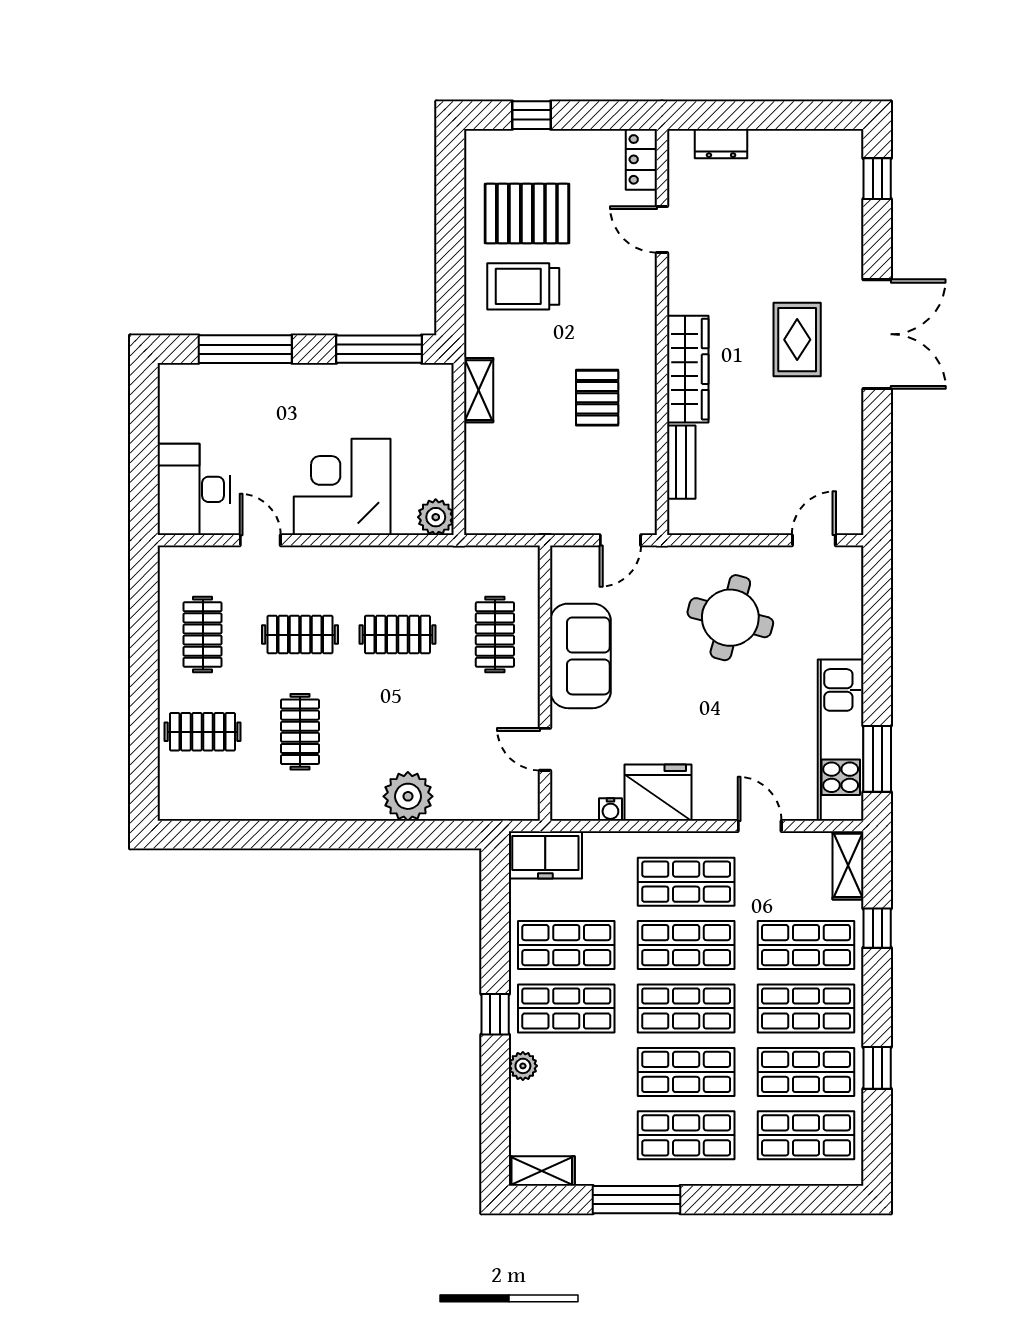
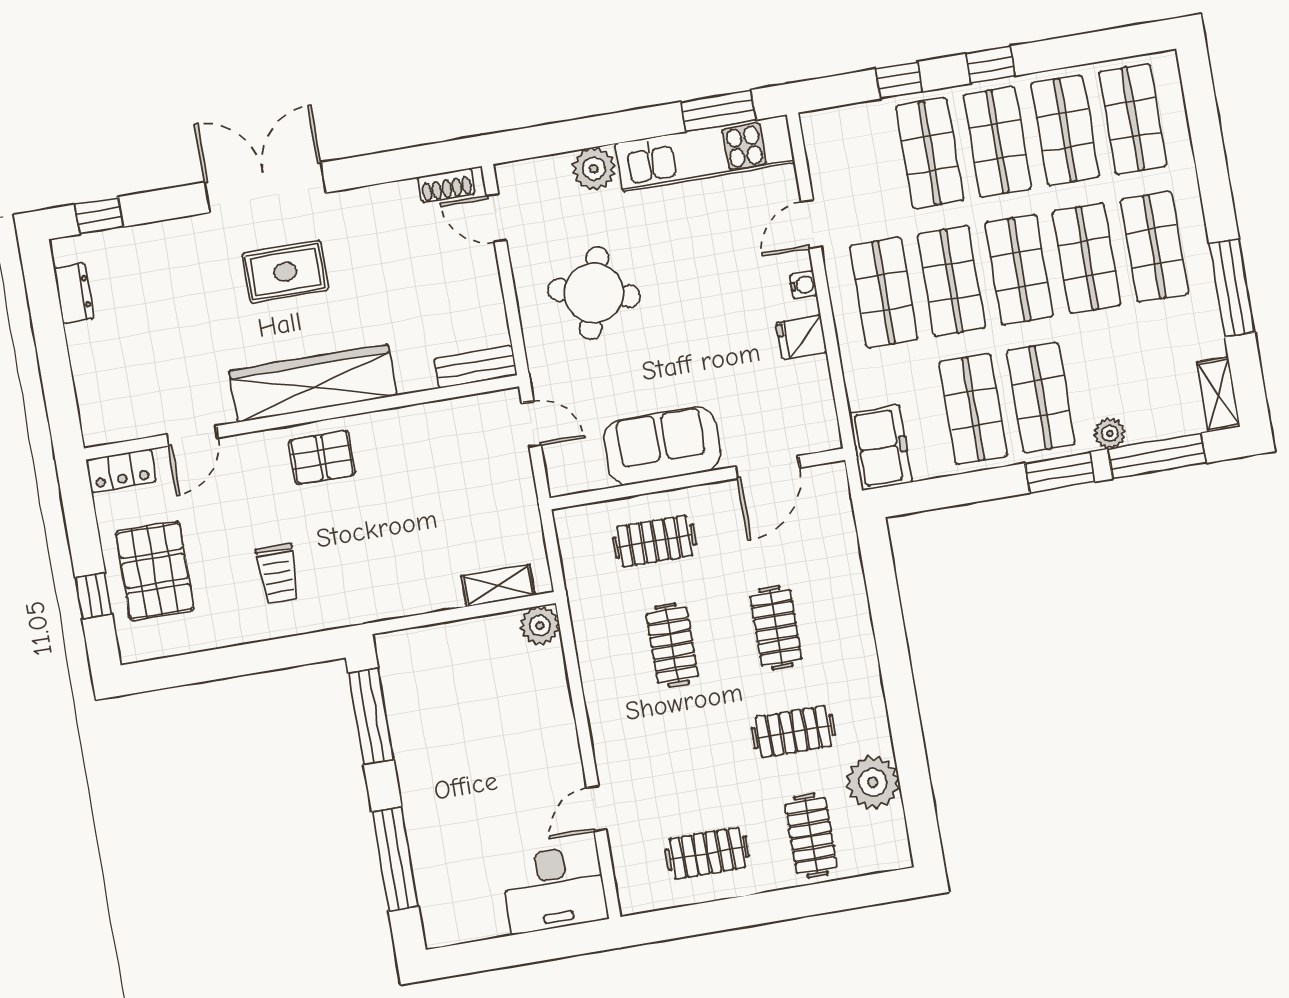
dresser: (721, 144) -> (74, 293), moved
pallet: (527, 214) -> (155, 571), moved
trolley: (523, 286) -> (278, 574), width x0.73, depth x0.72
wardrobe: (688, 369) -> (313, 383), width x1.40, depth x1.17
shelving: (479, 390) -> (498, 586), moved
pallet: (597, 398) -> (322, 457), moved
bench: (681, 462) -> (476, 367), moved
corner desk: (342, 487) -> (525, 731), removed
shoe rack: (851, 500) -> (446, 185), added
clothes rail: (300, 635) -> (776, 628), moved
plant: (844, 637) -> (594, 169), added
door: (545, 749) -> (768, 467), width x1.38
fridge: (658, 793) -> (801, 337), width x0.53, depth x0.75
plant: (408, 796) -> (873, 782), moved
water cooler: (610, 809) -> (803, 285), moved
shelving: (848, 865) -> (837, 123), removed
window: (495, 1014) -> (1060, 472), width x1.50
window: (877, 1068) -> (990, 65), moved
window: (495, 1106) -> (1157, 456), added

